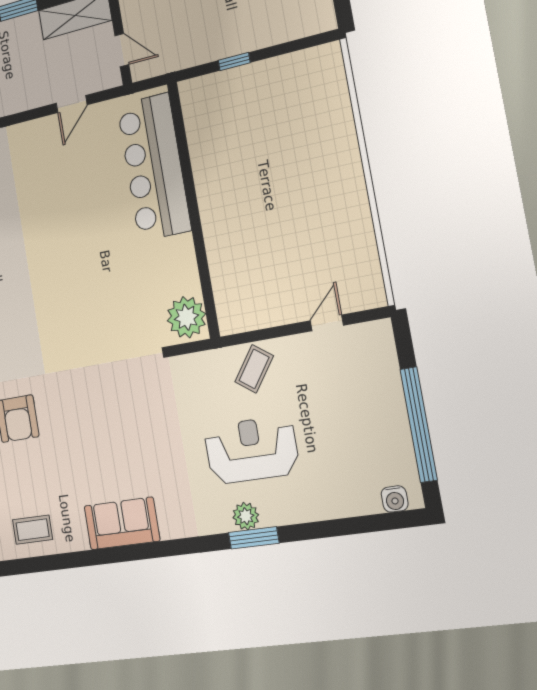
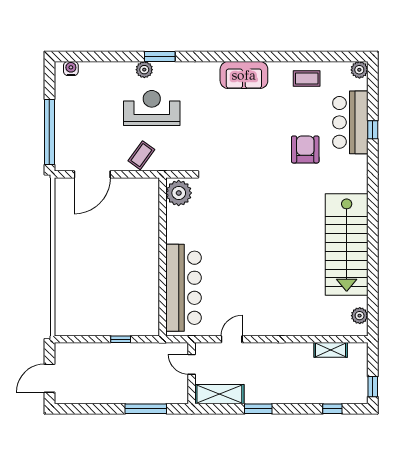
door: (327, 323) -> (92, 174), width x1.88
window: (419, 424) -> (49, 132), moved
reception desk: (251, 450) -> (152, 108), turned 180
plant: (246, 516) -> (144, 70), moved

